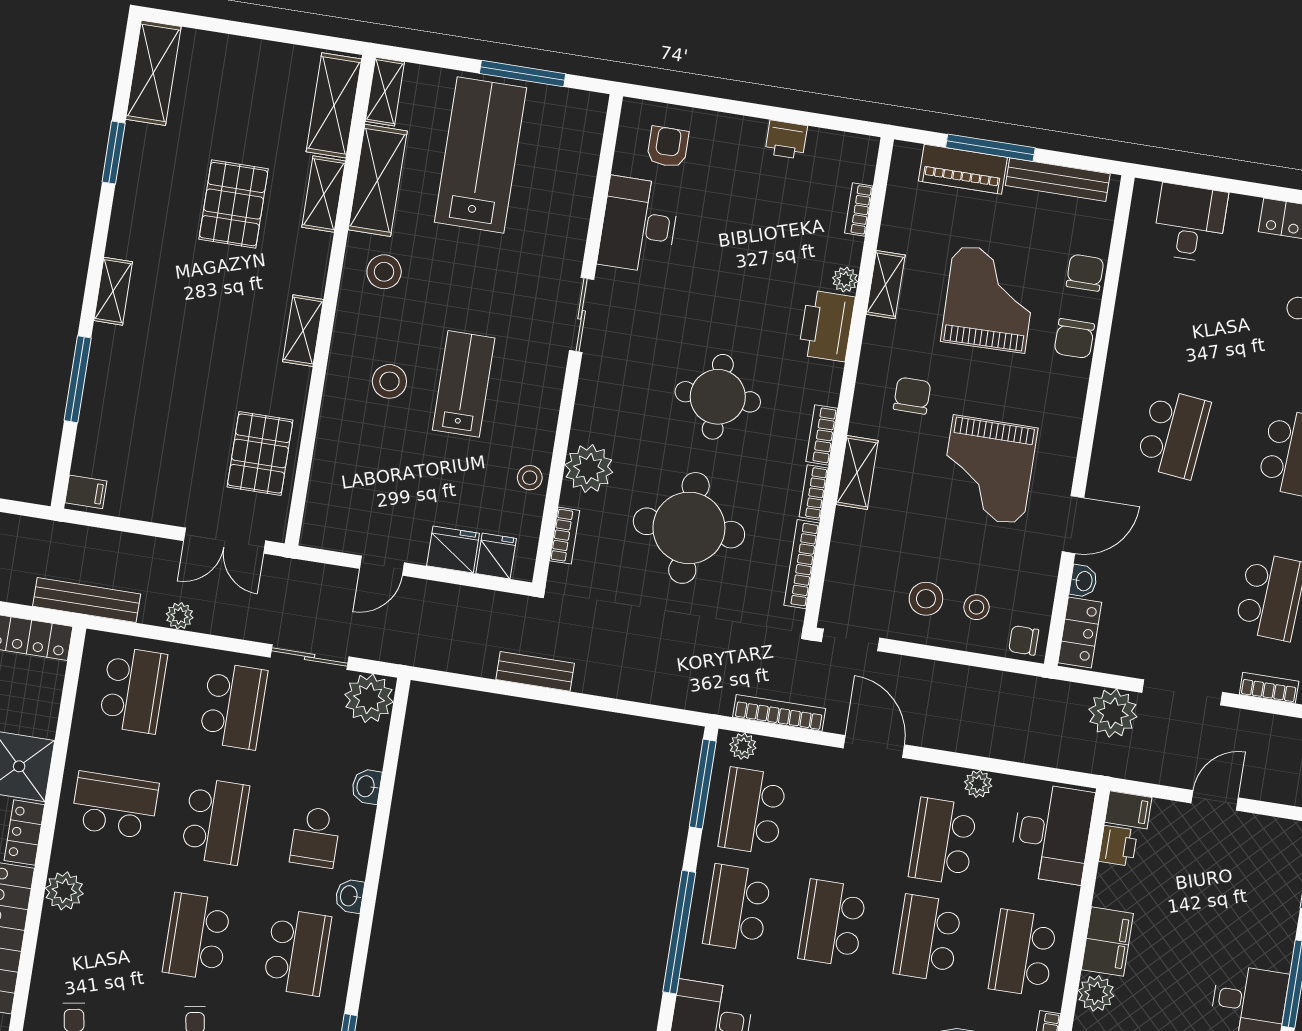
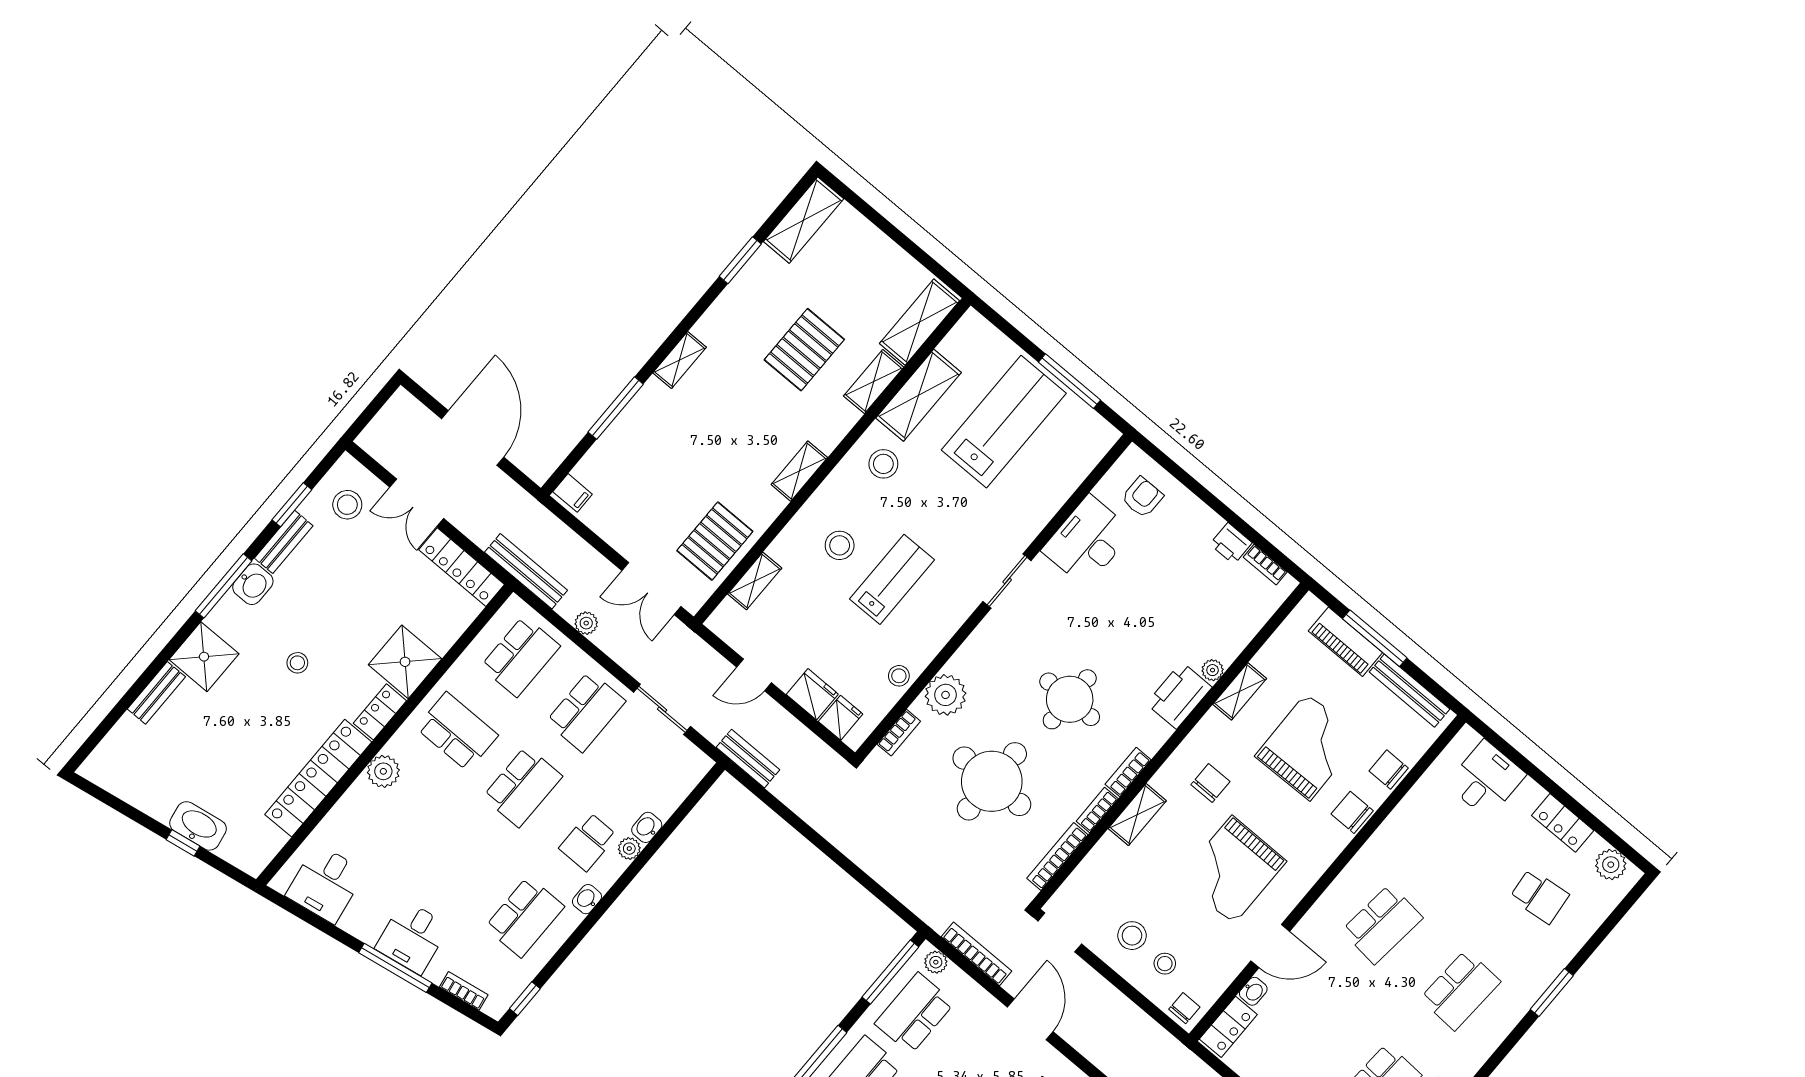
shelving: (385, 92) -> (755, 581), moved
bookcase: (859, 209) -> (1265, 565), moved, turned -90
chair: (1085, 273) -> (1389, 770), turned -90
chair: (1074, 339) -> (1352, 812), turned 90
chair: (1024, 640) -> (1184, 1008), turned 90
bench: (535, 671) -> (748, 759), moved
plant: (369, 698) -> (629, 849), moved, width x0.53, depth x0.53
school desk: (197, 936) -> (459, 862), removed

